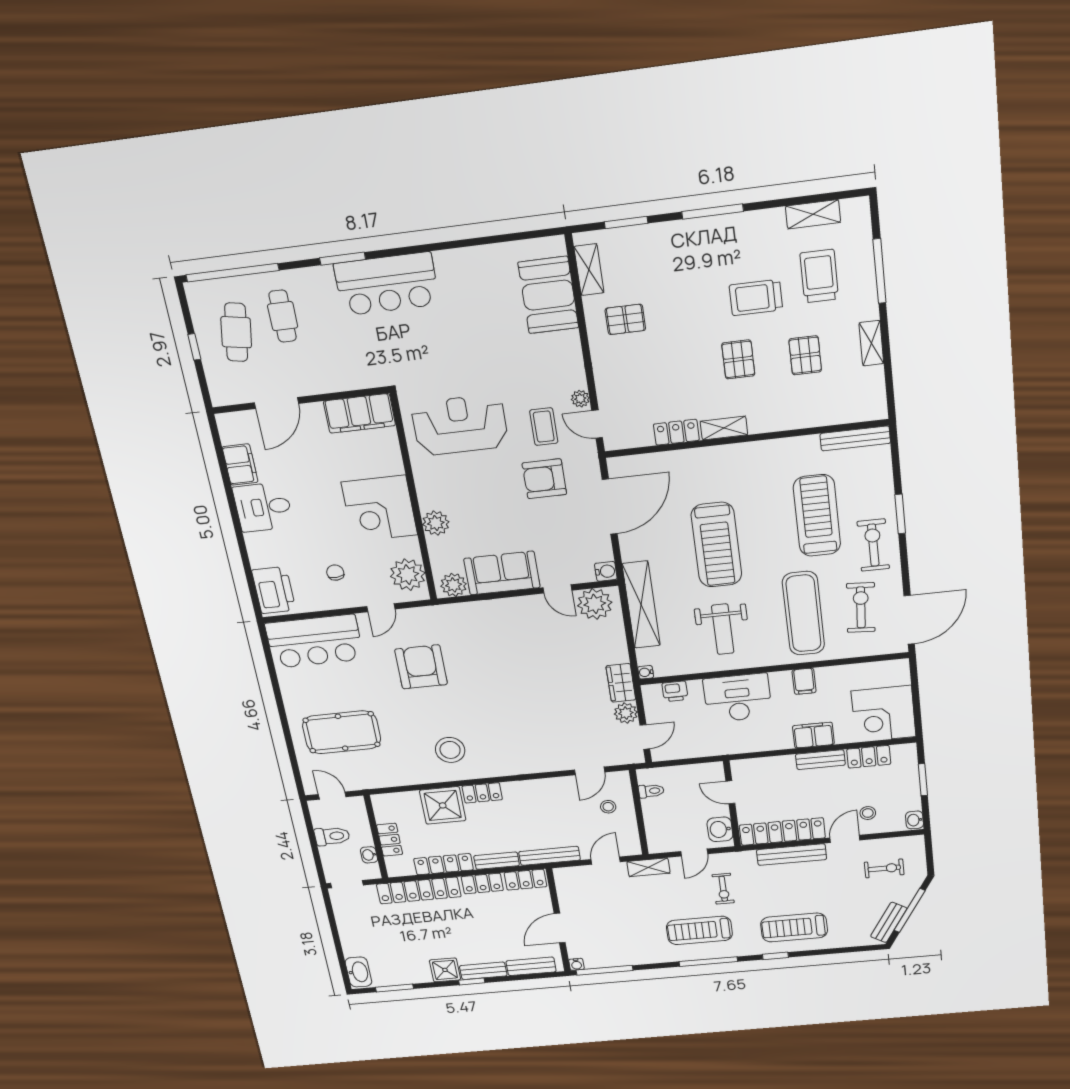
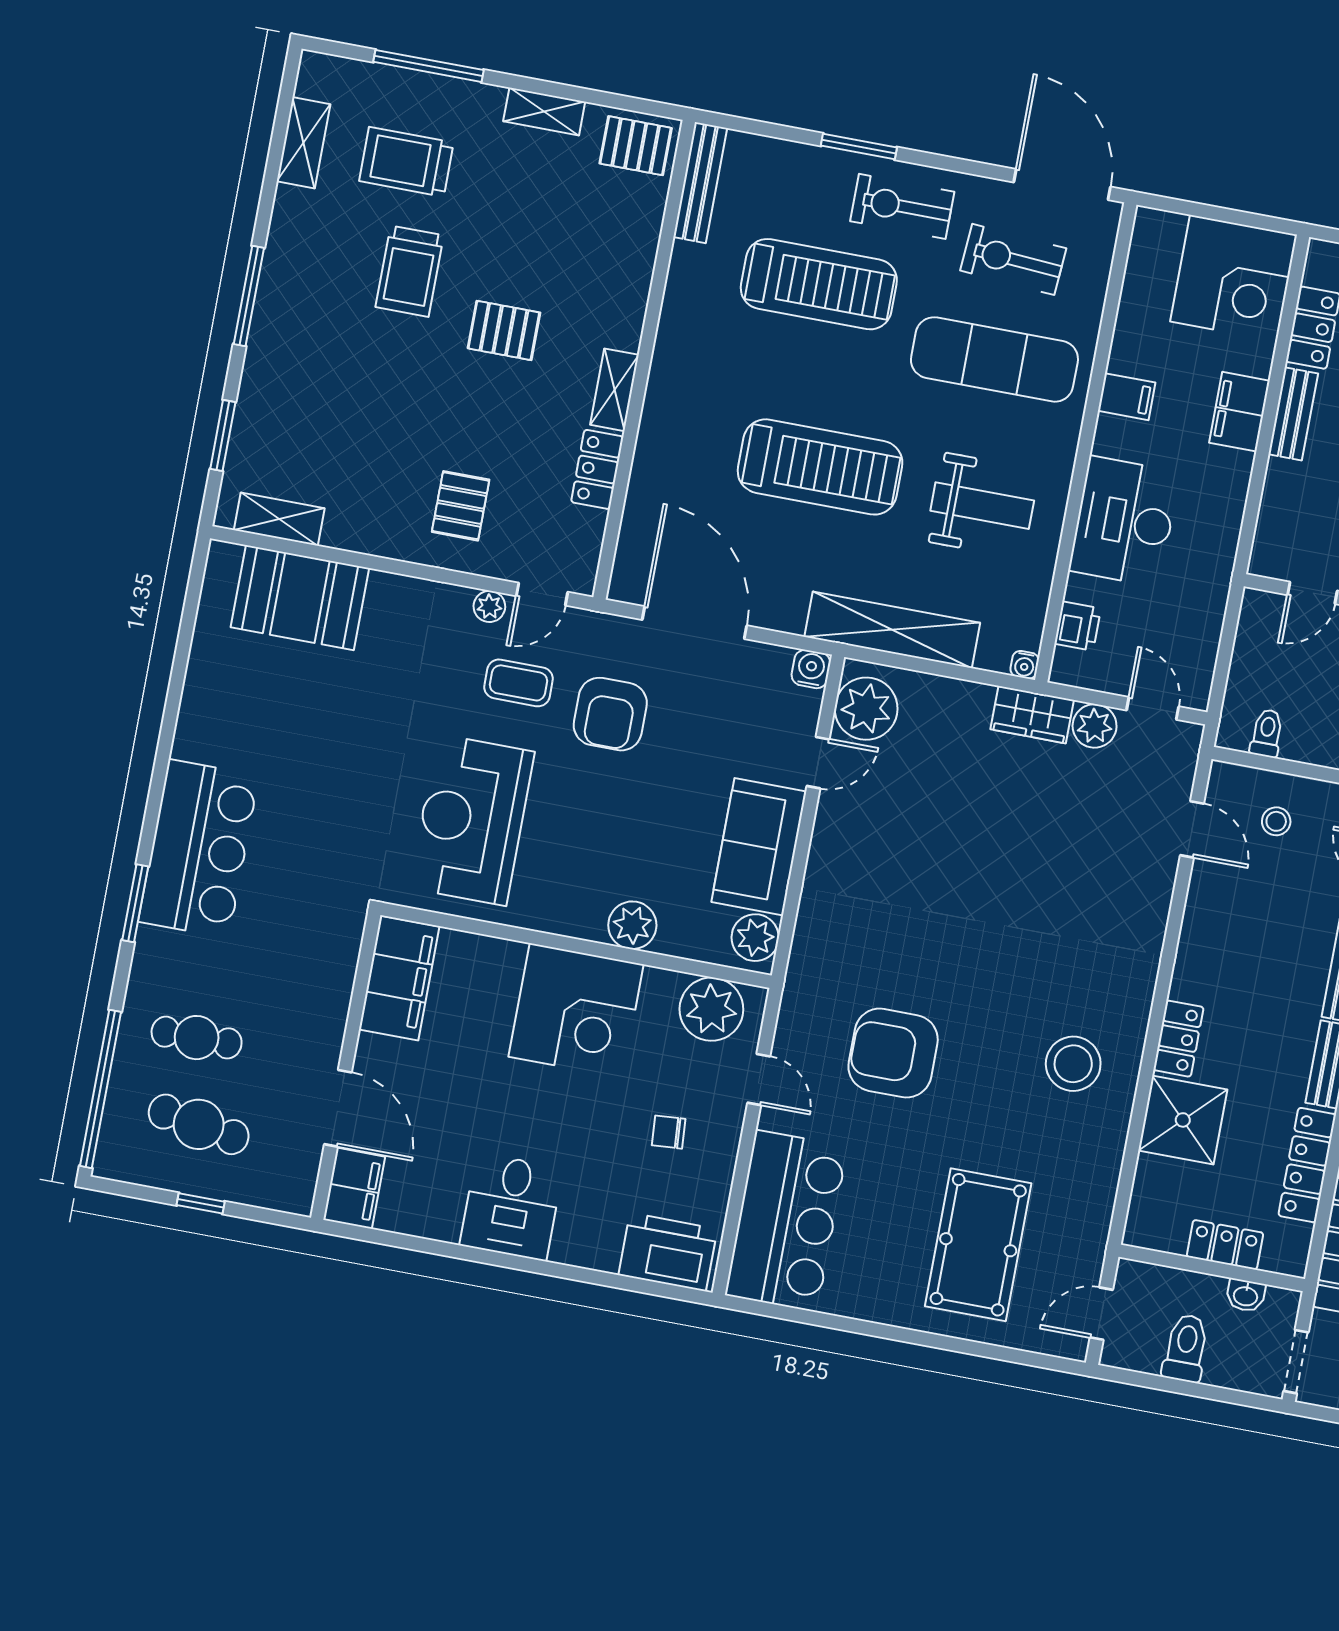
pallet: (625, 319) -> (461, 506), moved
pallet: (805, 355) -> (636, 146), moved
filing cabinet: (240, 465) -> (354, 1188), moved, turned 90
treadmill: (817, 516) -> (819, 284), turned 180

